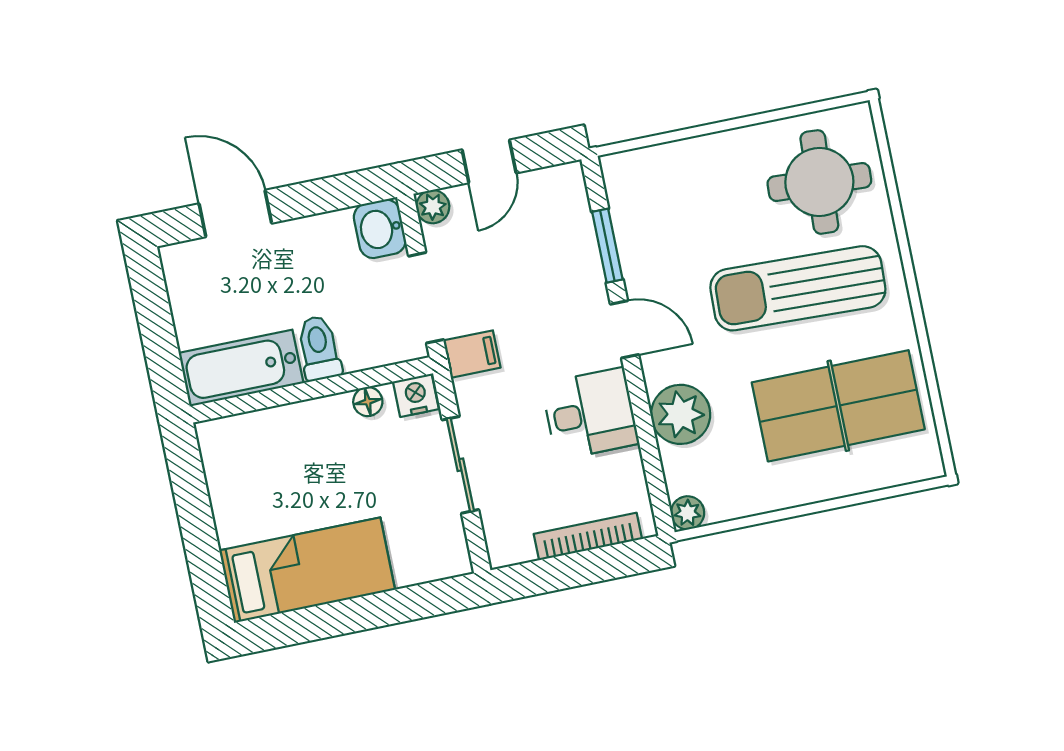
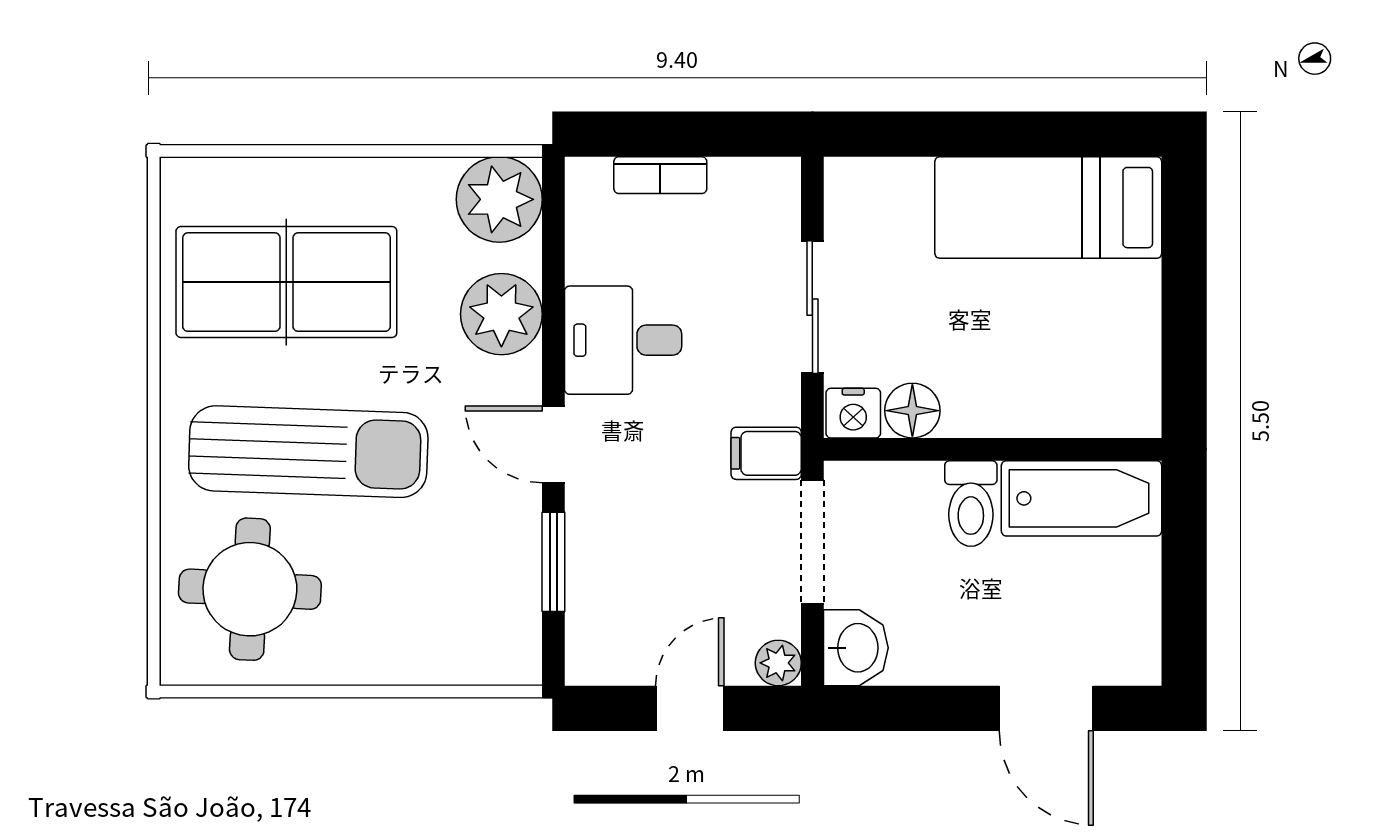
floor lamp: (368, 402) -> (912, 411), width x1.37, depth x1.37
plant: (688, 513) -> (499, 199), width x1.88, depth x1.88
bookcase: (588, 536) -> (660, 175), width x0.64

